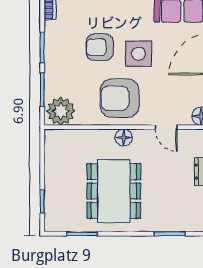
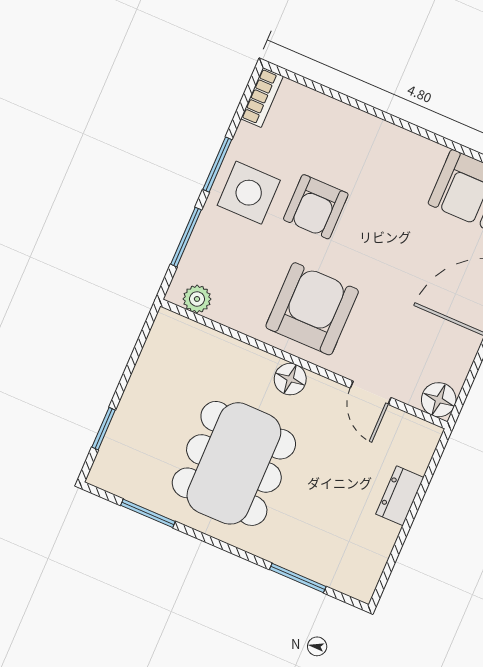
armchair: (100, 47) -> (316, 207), turned -90
side table: (139, 54) -> (249, 193), moved
armchair: (120, 98) -> (312, 309), turned 90
plant: (61, 111) -> (197, 299), width x0.53, depth x0.53

